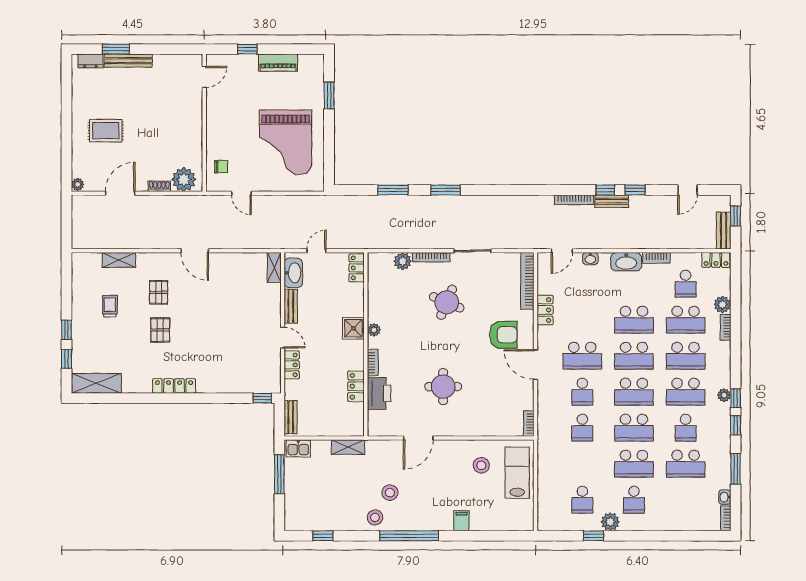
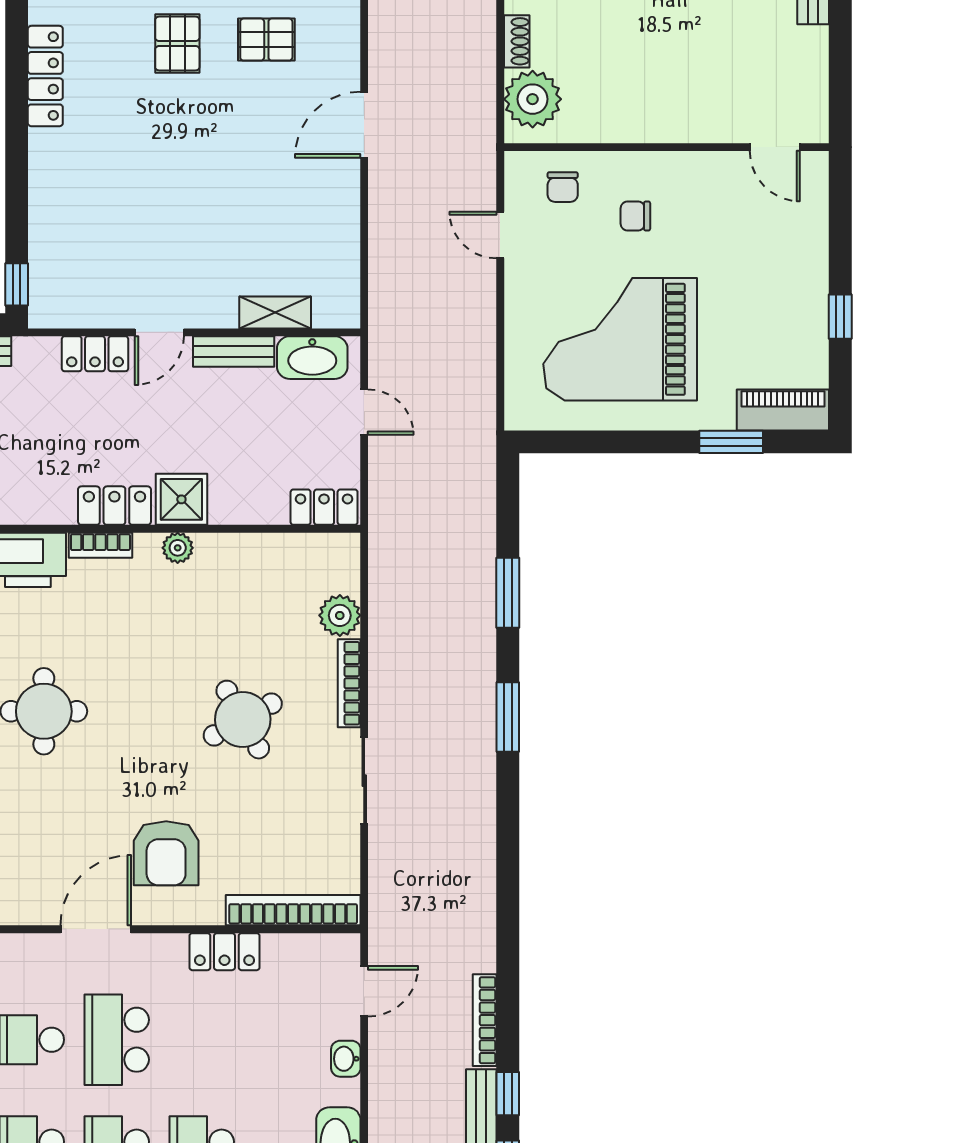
window: (247, 49) -> (840, 317), moved
piano: (278, 63) -> (783, 410), moved, turned 90
chair: (233, 136) -> (635, 216), added
door: (241, 193) -> (500, 235), hinge flipped
door: (562, 251) -> (364, 991), swing flipped
shelving: (274, 268) -> (275, 312), moved
round table: (447, 302) -> (243, 720), turned 38
pallet: (160, 330) -> (177, 44), turned 90
locker: (356, 386) -> (114, 506), moved

